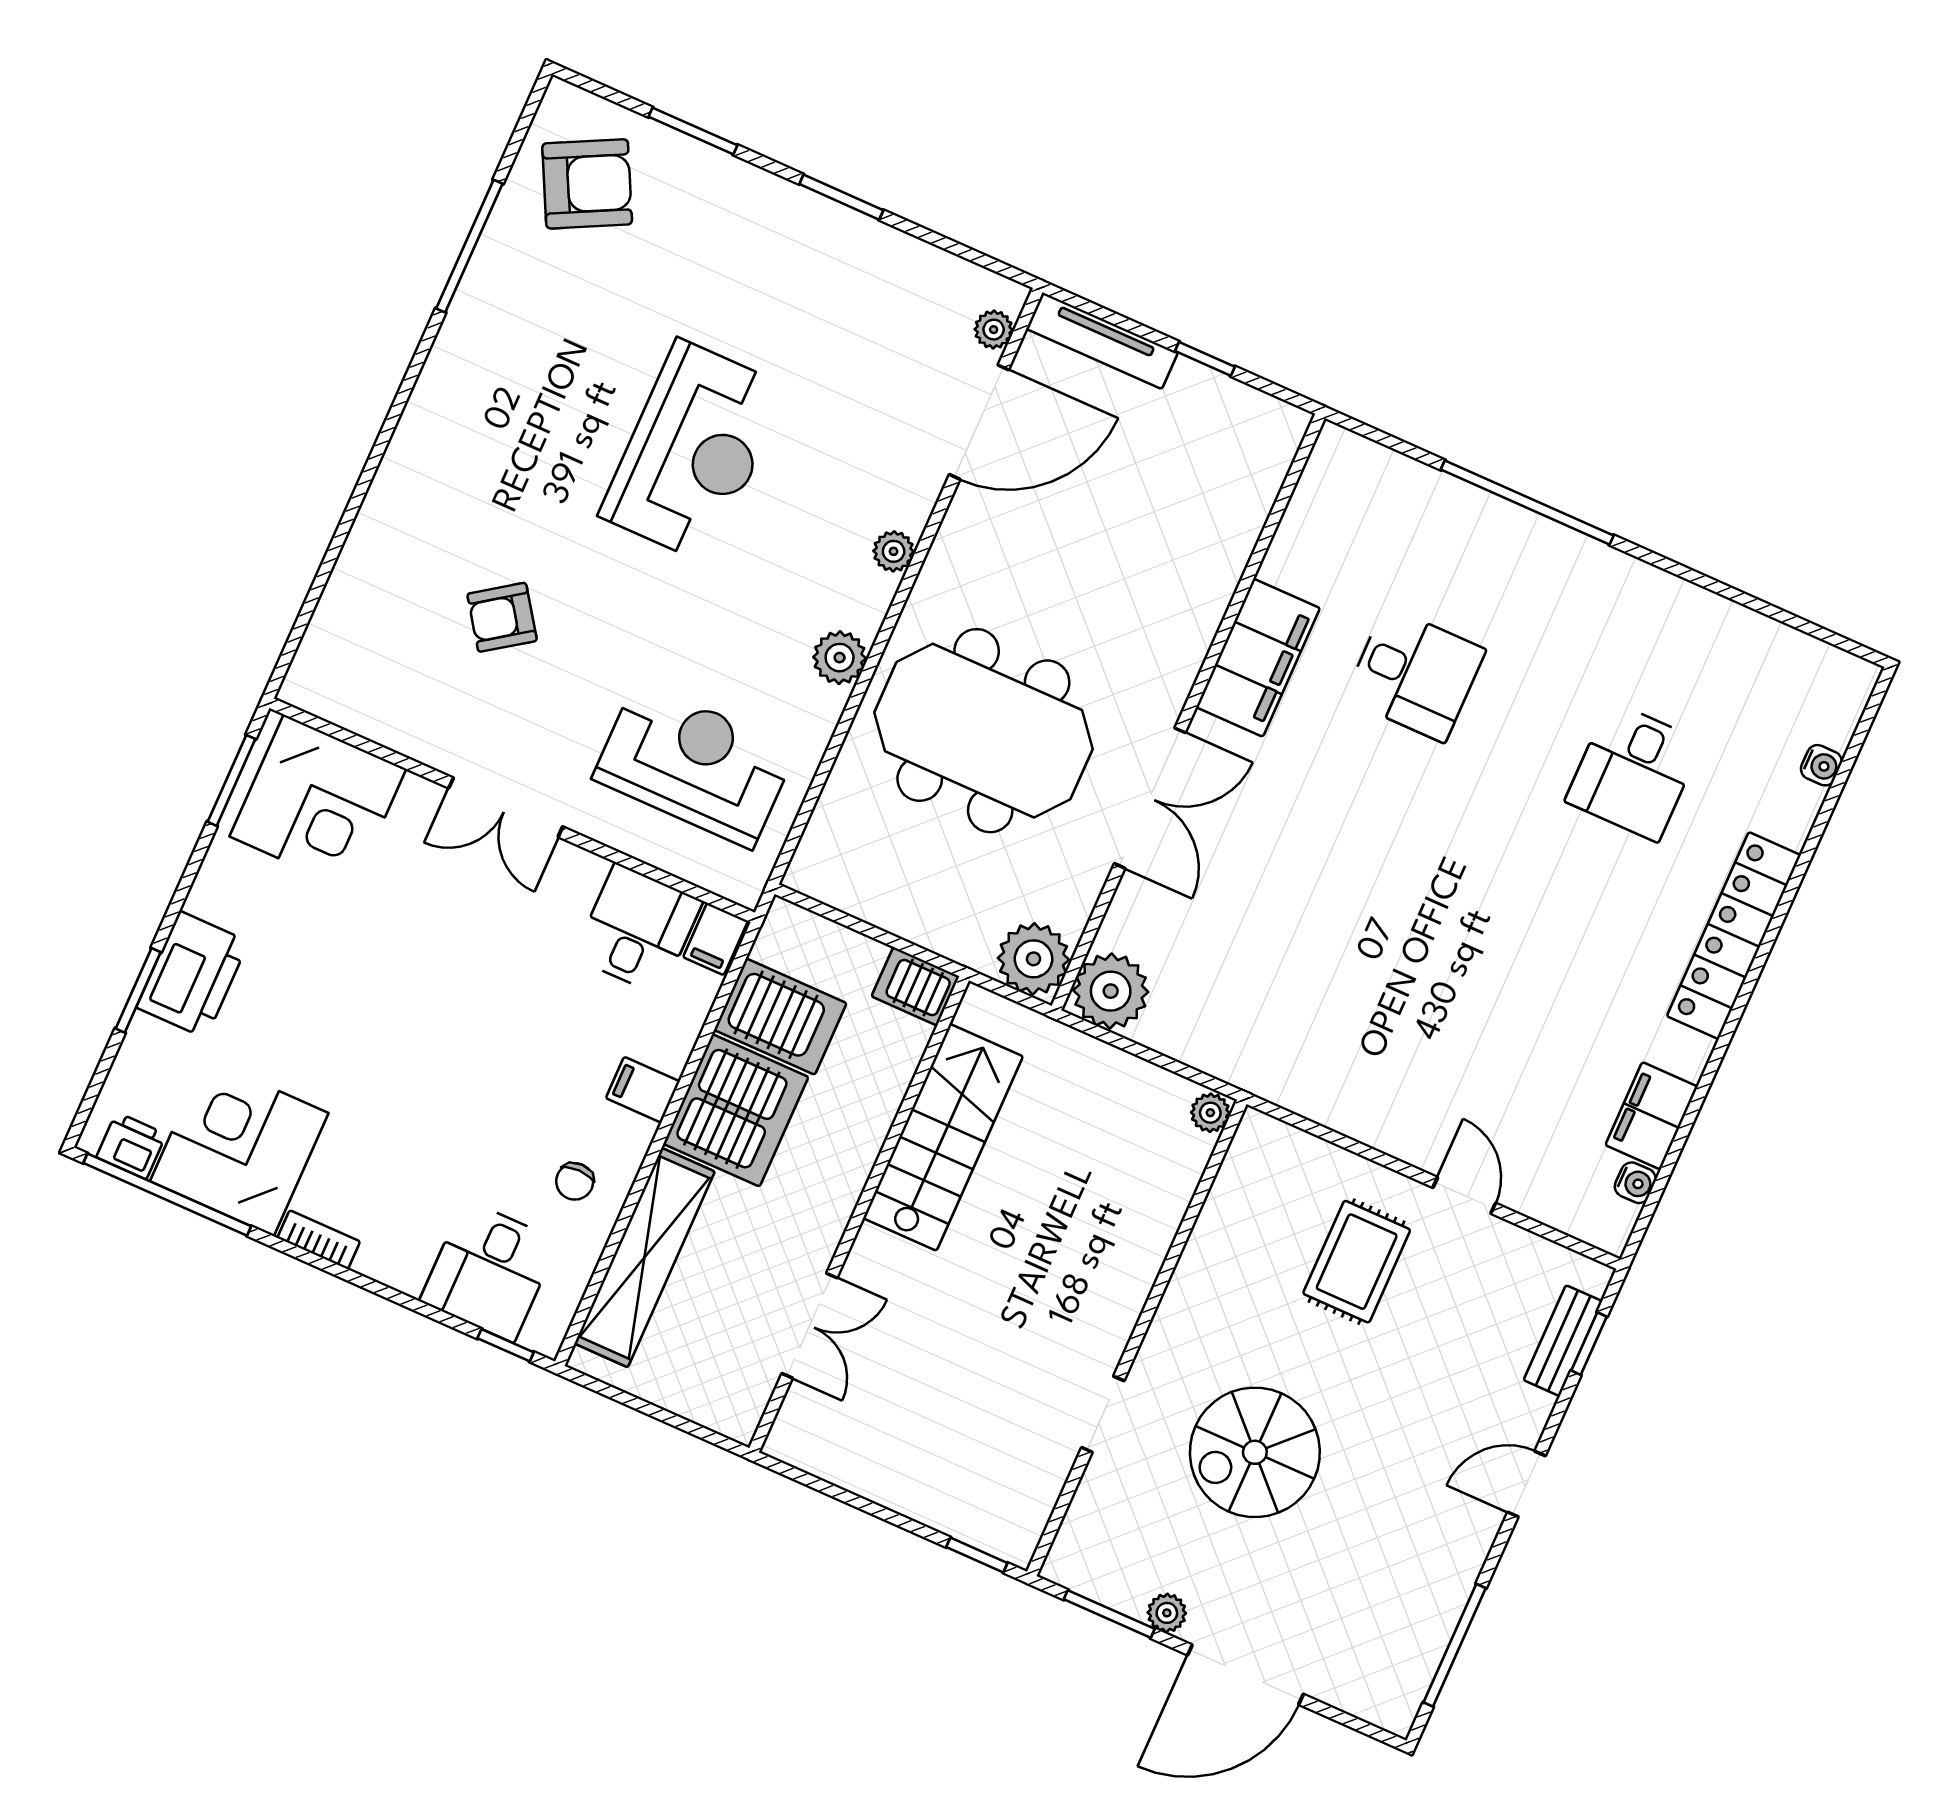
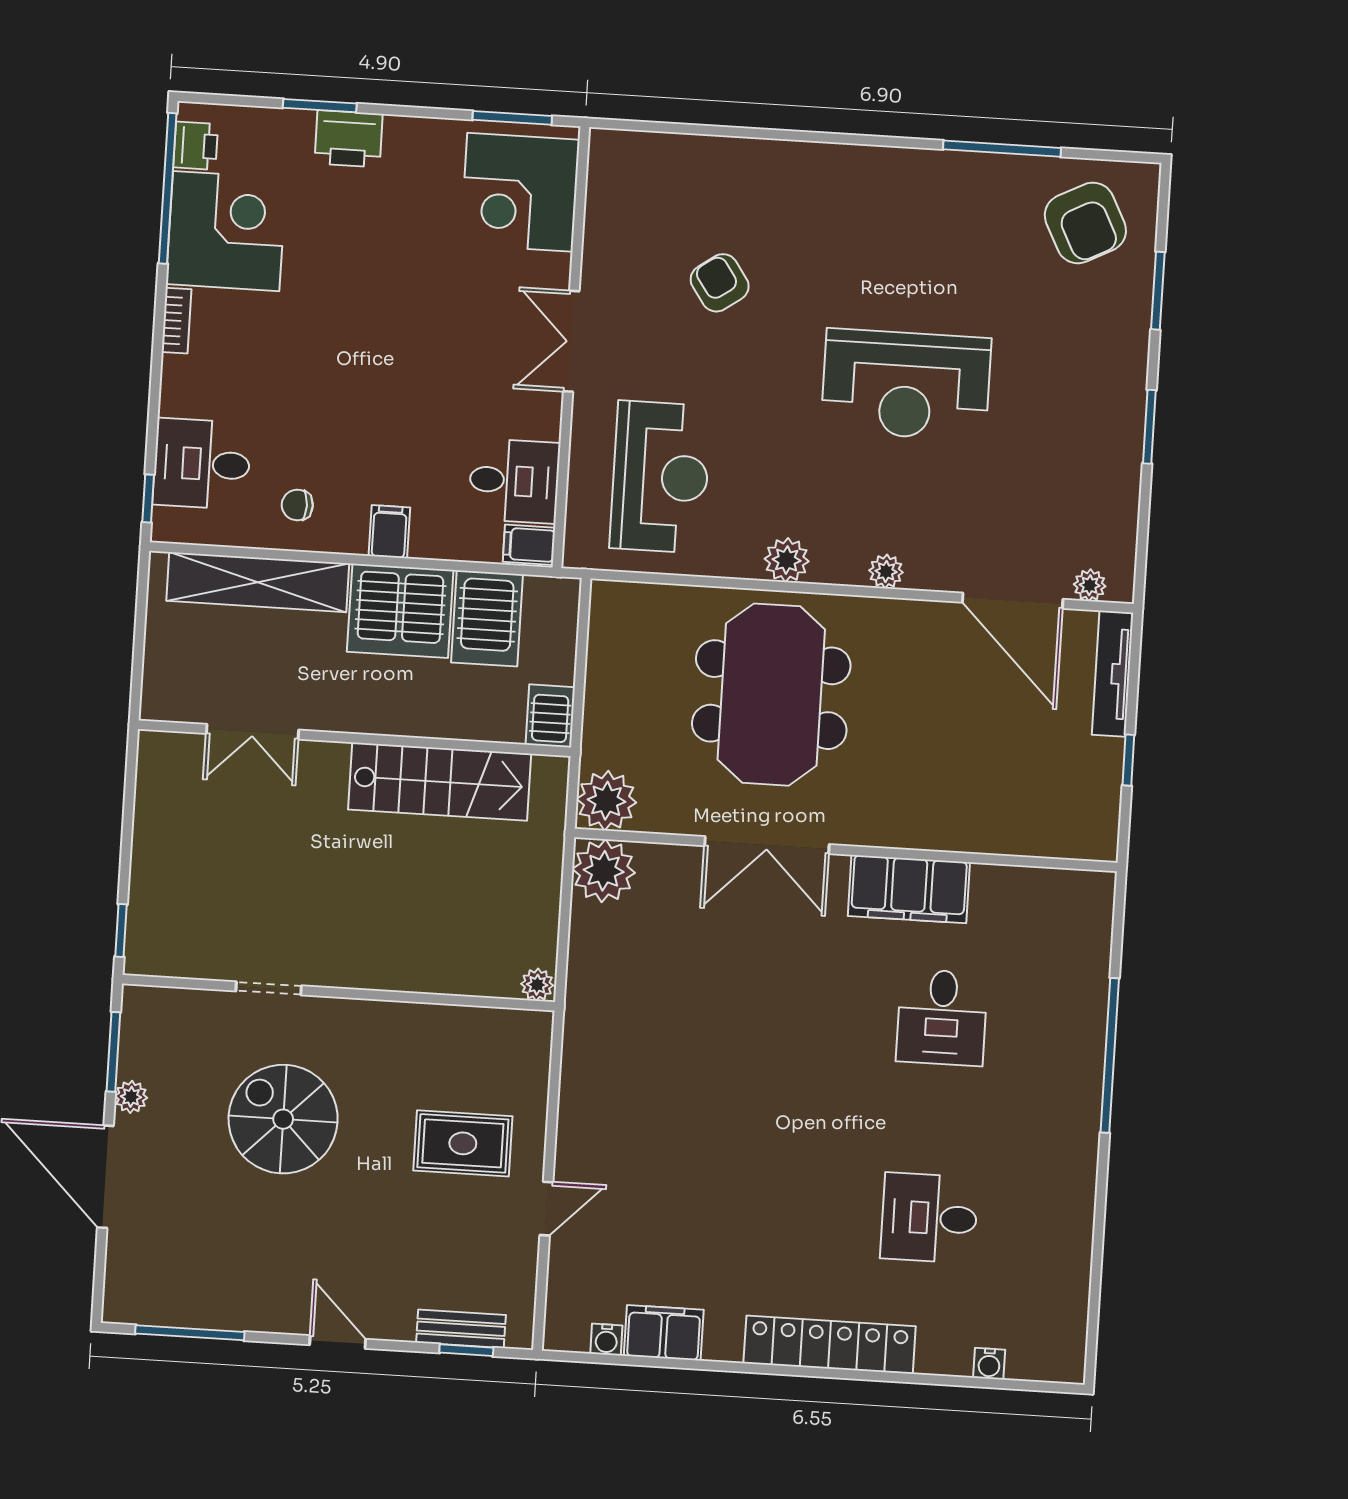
printer: (193, 974) -> (349, 139), width x0.73, depth x0.84

